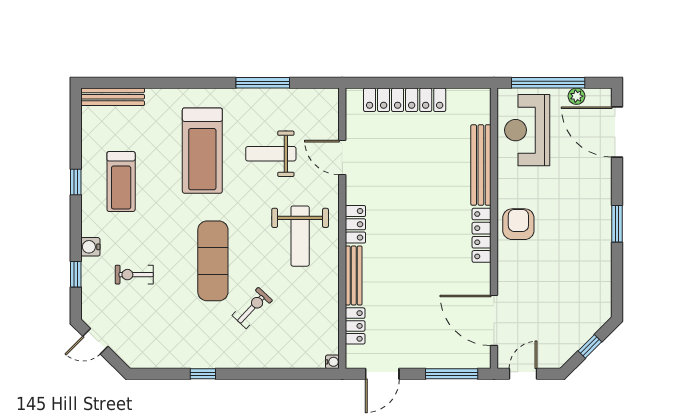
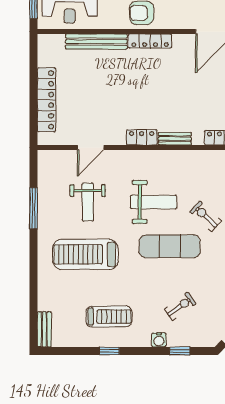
bench: (113, 97) -> (44, 329), width x0.73
treadmill: (202, 151) -> (85, 254), turned 180
weight bench: (300, 236) -> (154, 202), moved
exercise bike: (134, 275) -> (180, 306), turned -126
bench: (354, 275) -> (175, 139), width x0.73

